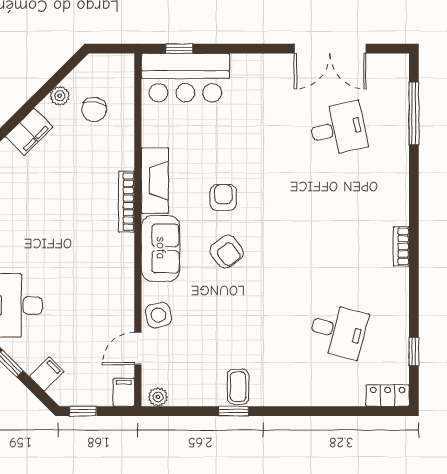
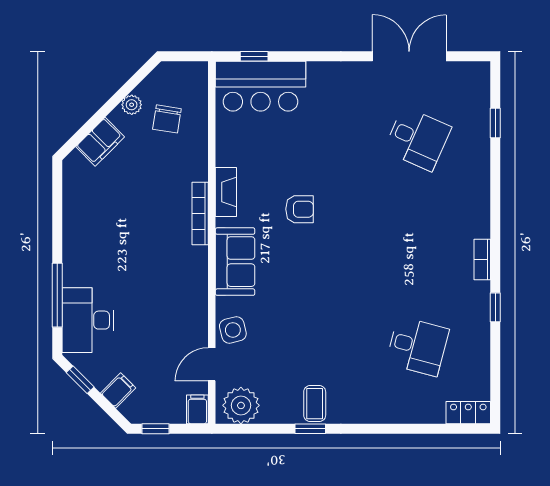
double door: (330, 49) -> (409, 56), swing flipped
window: (414, 113) -> (495, 123), width x0.46
desk: (338, 129) -> (417, 139), turned 36
fireplace: (155, 181) -> (226, 192), width x0.73, depth x0.76
armchair: (223, 198) -> (300, 209), turned 90
armchair: (227, 252) -> (303, 265), removed
window: (414, 352) -> (495, 307), moved
plant: (158, 397) -> (241, 405), width x1.88, depth x1.88

